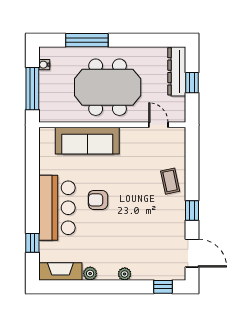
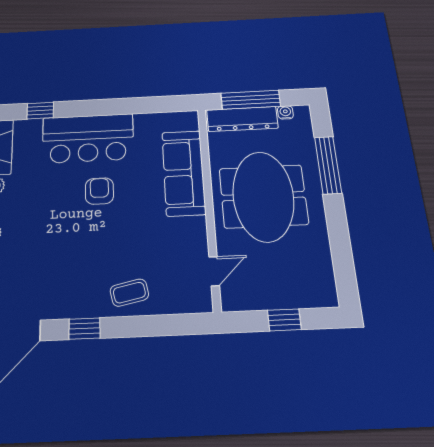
dresser: (177, 71) -> (242, 119), moved, turned 180

